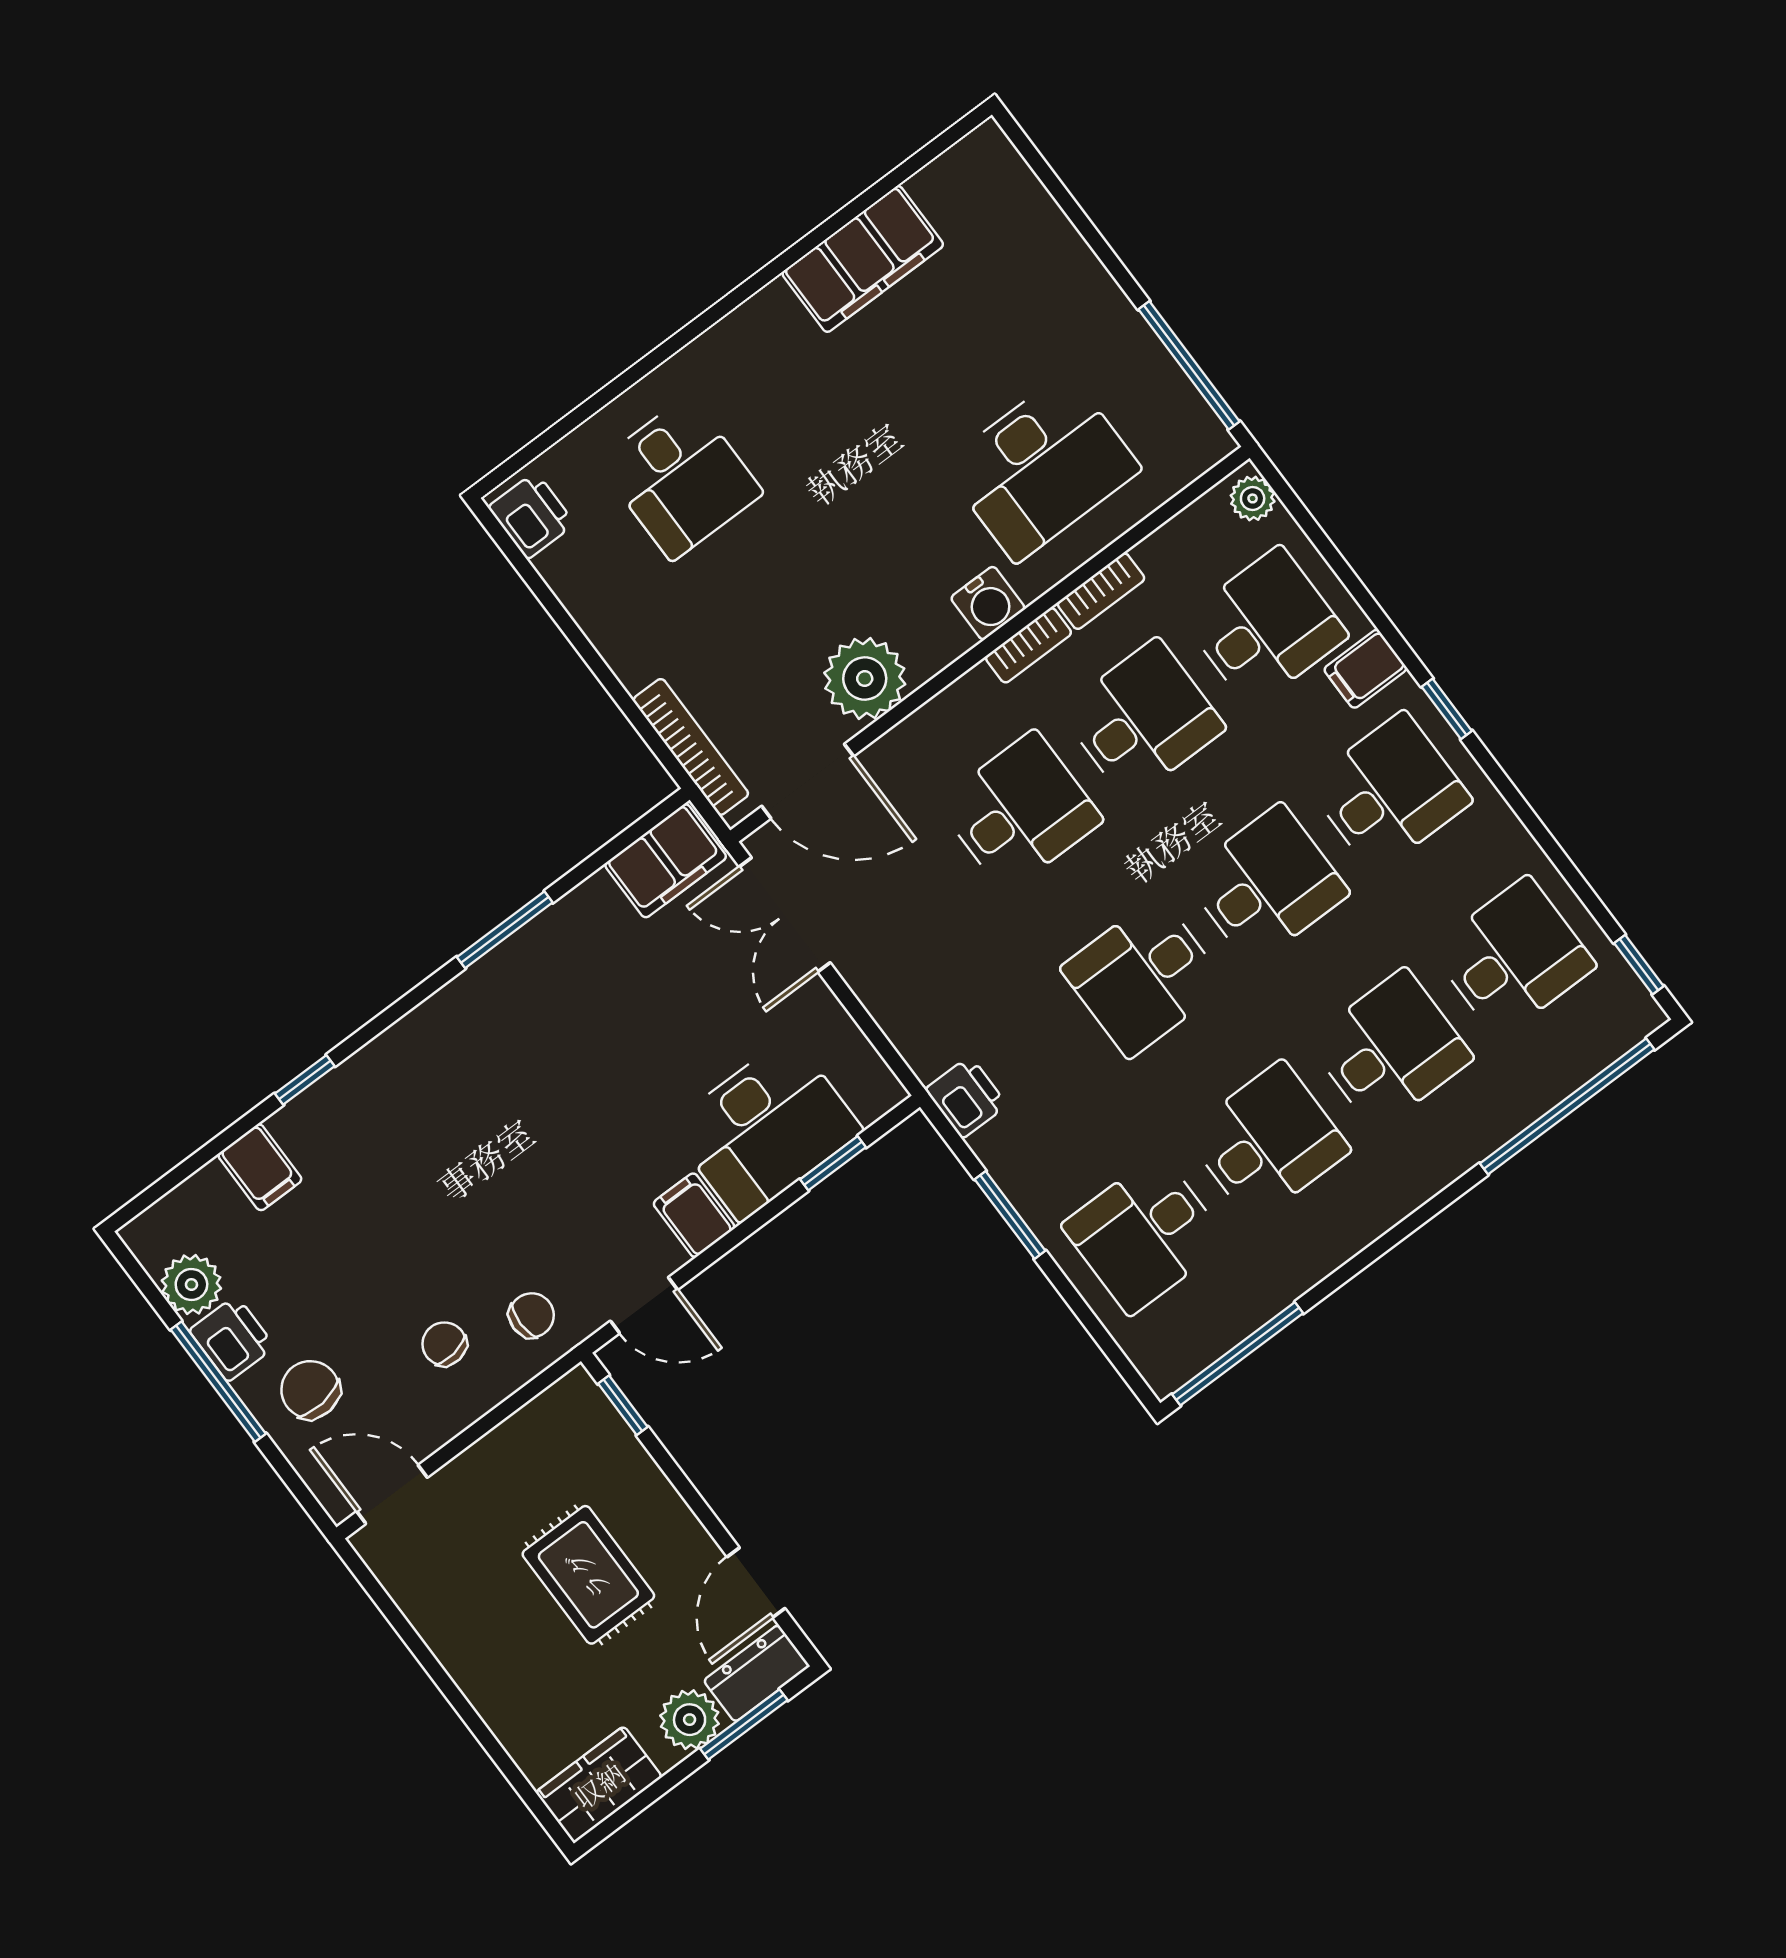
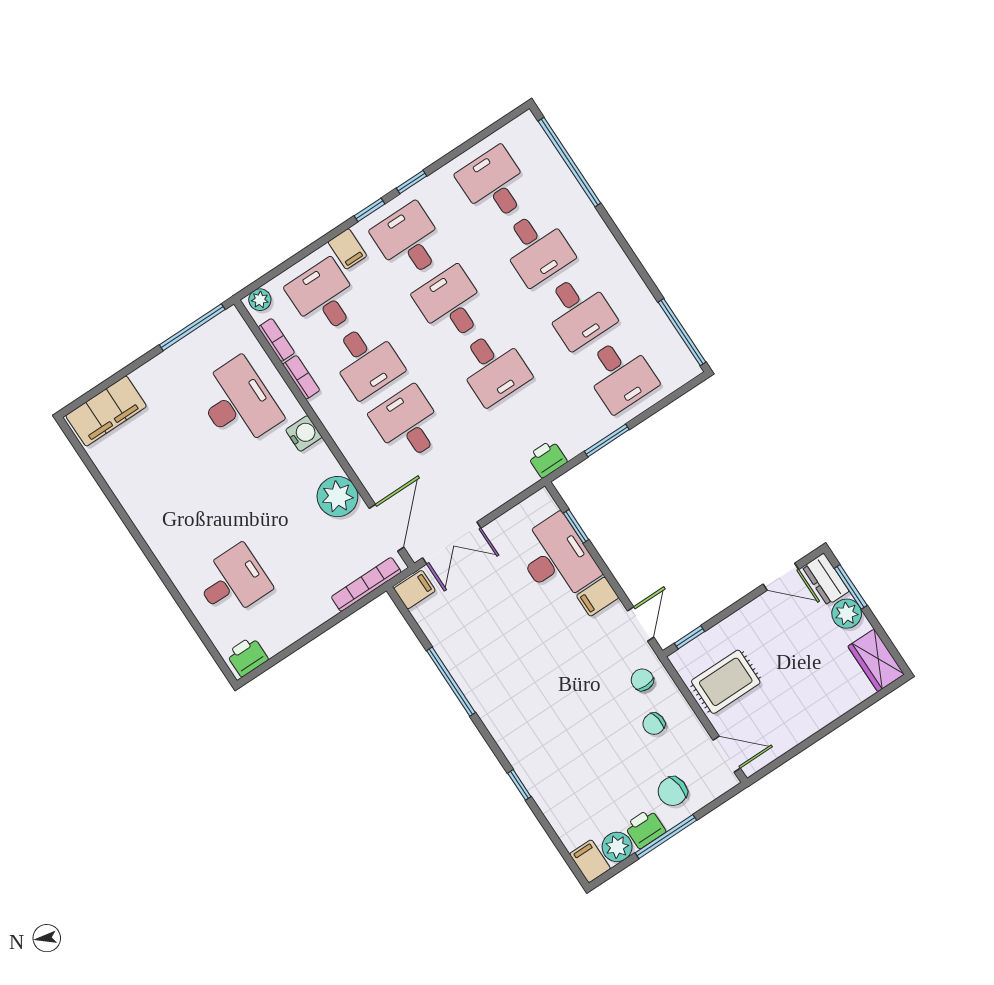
filing cabinet: (863, 259) -> (106, 411), moved, turned 90
bookcase: (1028, 645) -> (276, 340), moved
desk: (1142, 720) -> (366, 361), turned 180
filing cabinet: (666, 861) -> (415, 590), width x0.50
window: (505, 930) -> (451, 682), width x1.44
window: (1639, 965) -> (412, 182), moved
desk: (1390, 1050) -> (536, 248), turned 180
desk: (1267, 1142) -> (578, 311), turned 180
filing cabinet: (260, 1167) -> (590, 861), moved, turned -90
door: (392, 1494) -> (727, 754), swing flipped
rug: (588, 1575) -> (726, 682), moved

